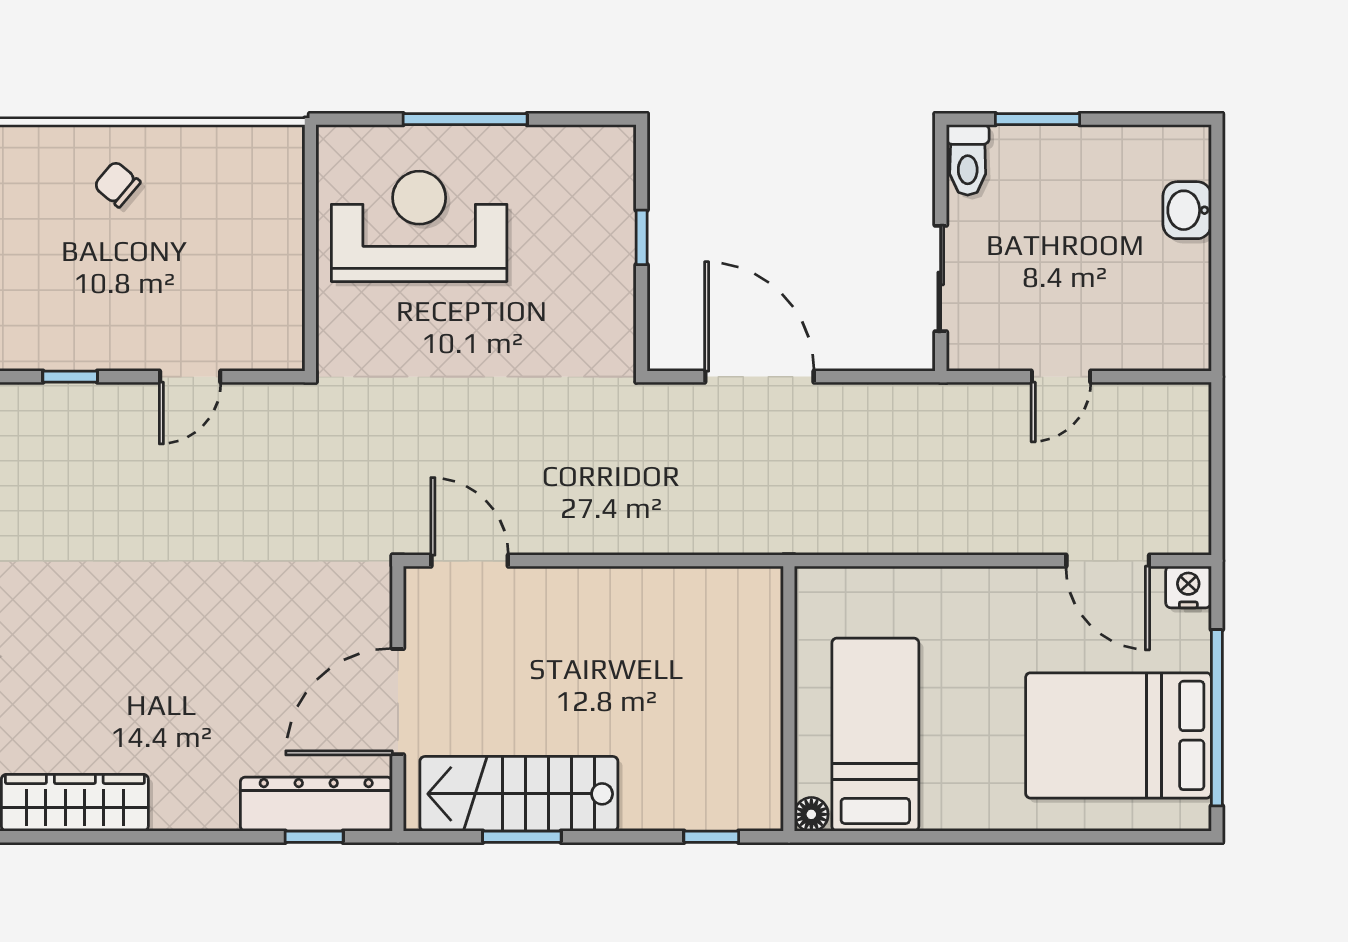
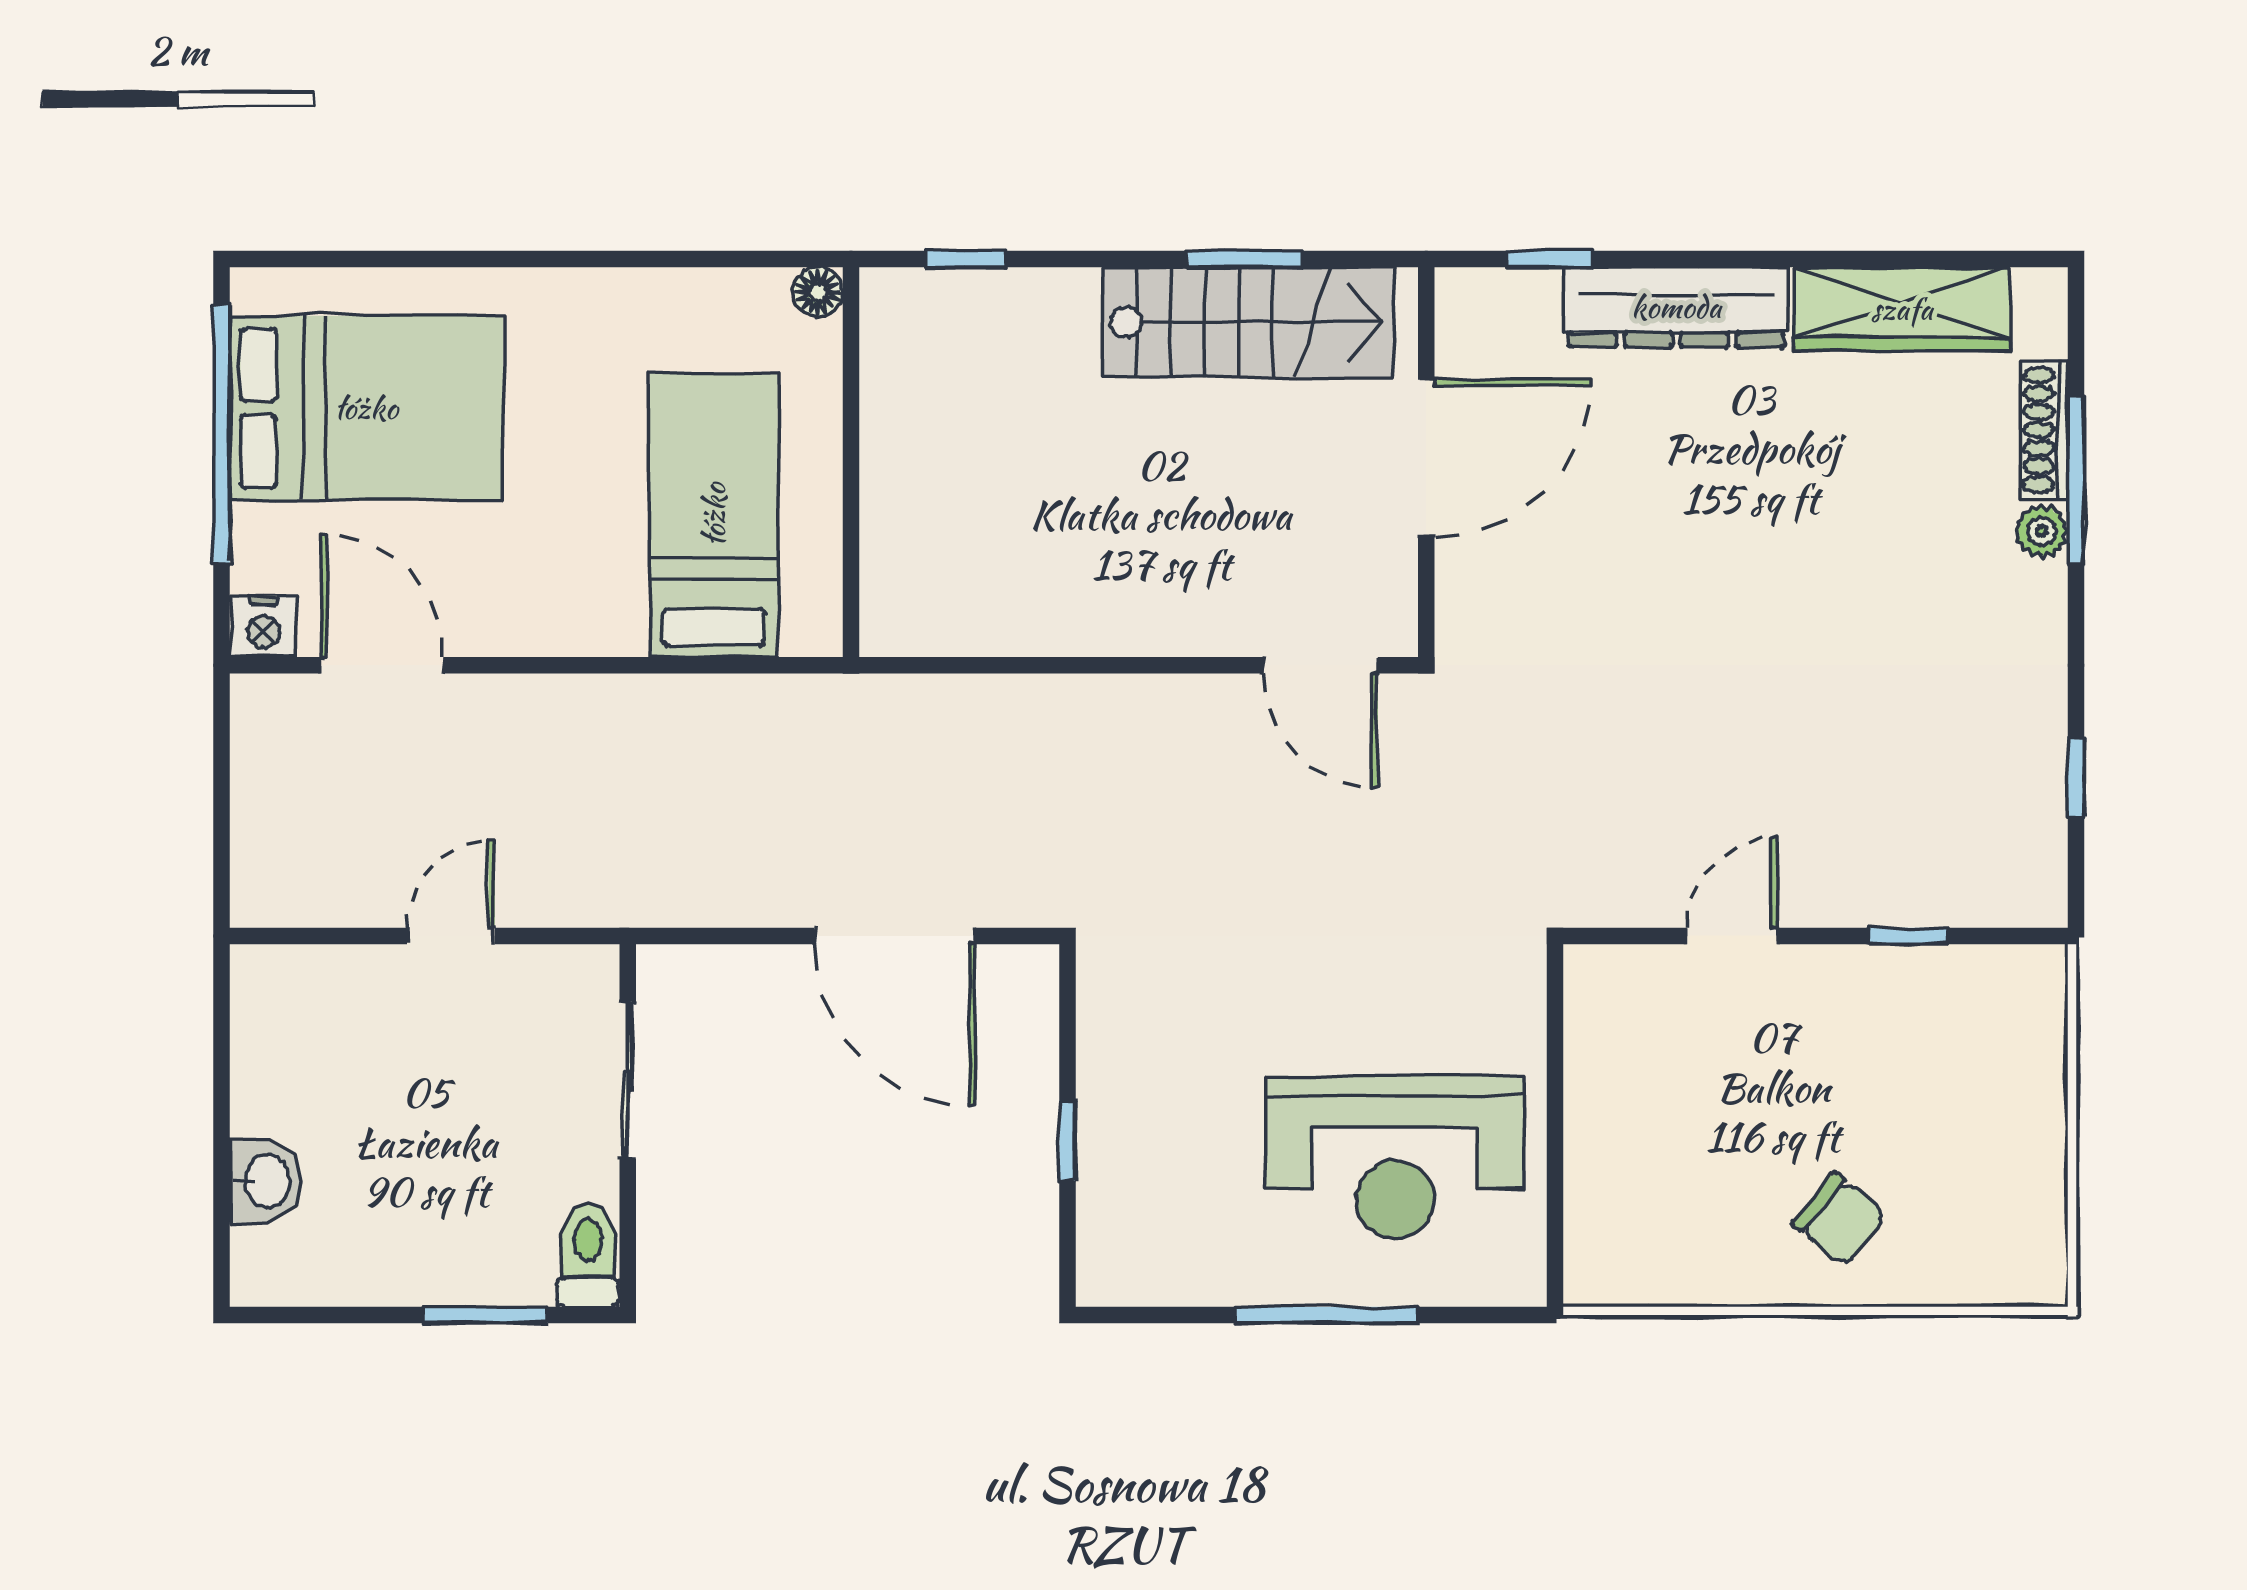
chair: (117, 184) -> (1839, 1219), width x1.37, depth x1.37
bed: (875, 735) -> (714, 515), moved, turned 180
dresser: (316, 804) -> (1676, 307), moved

